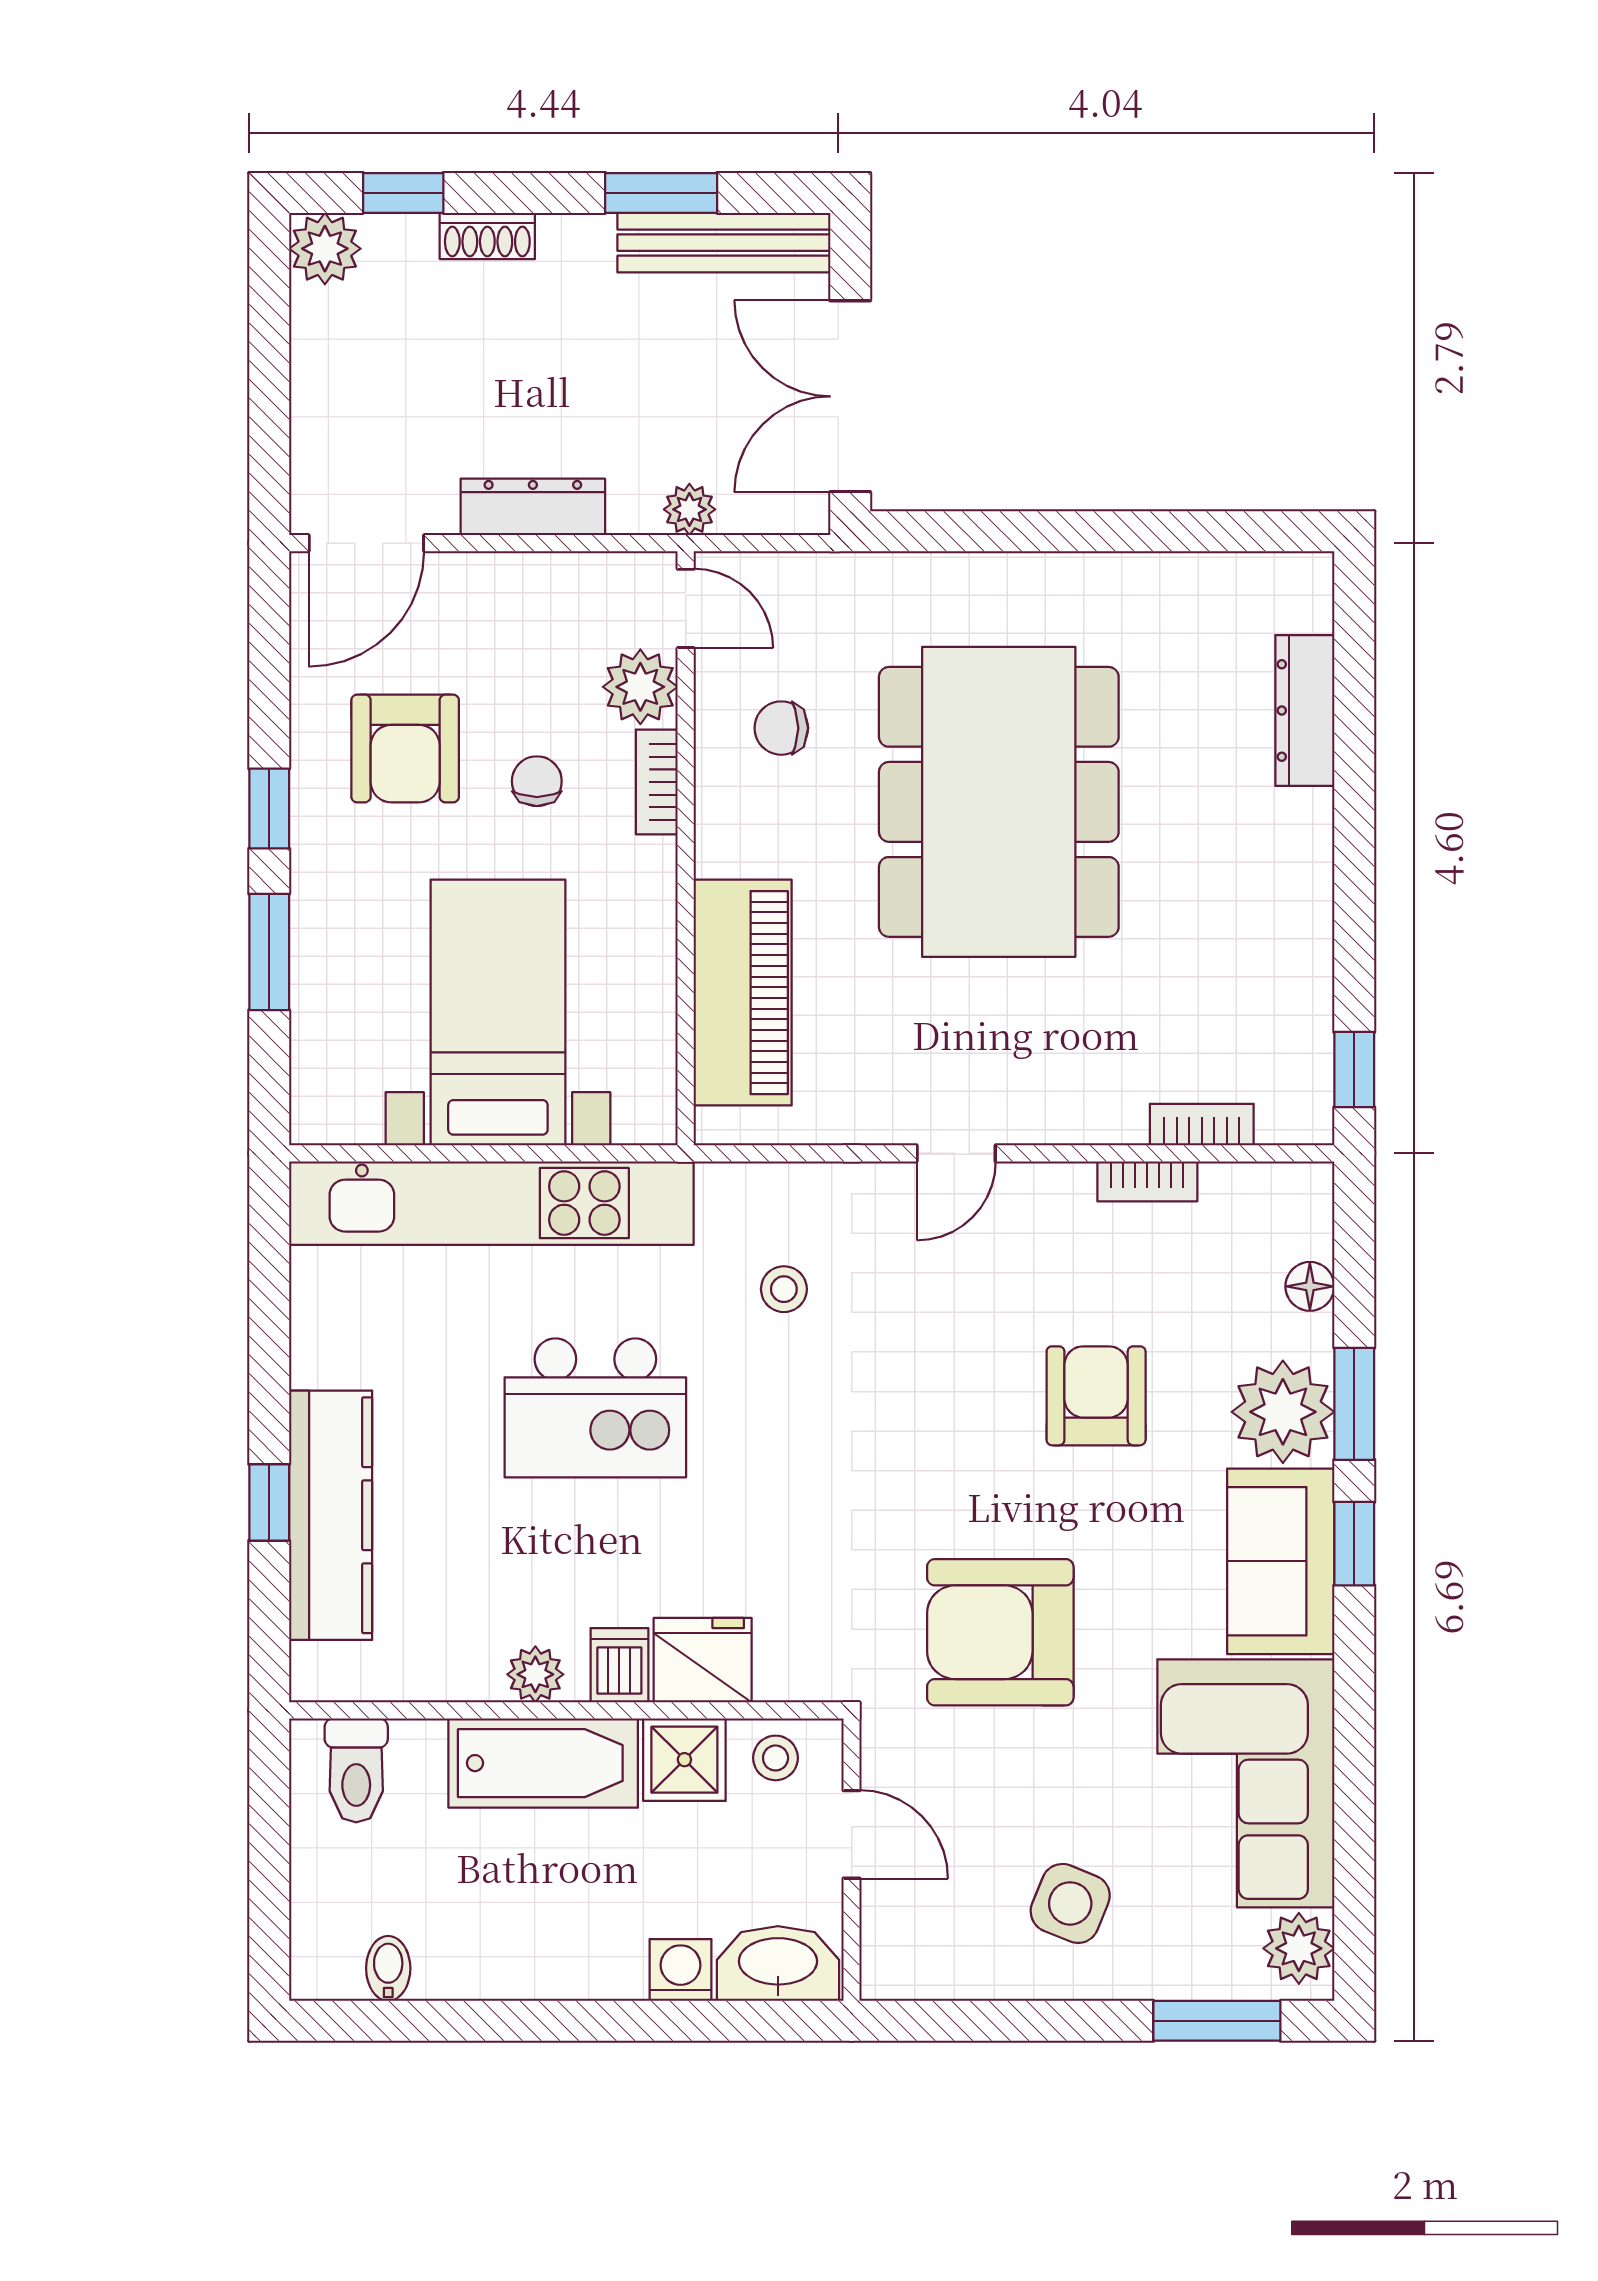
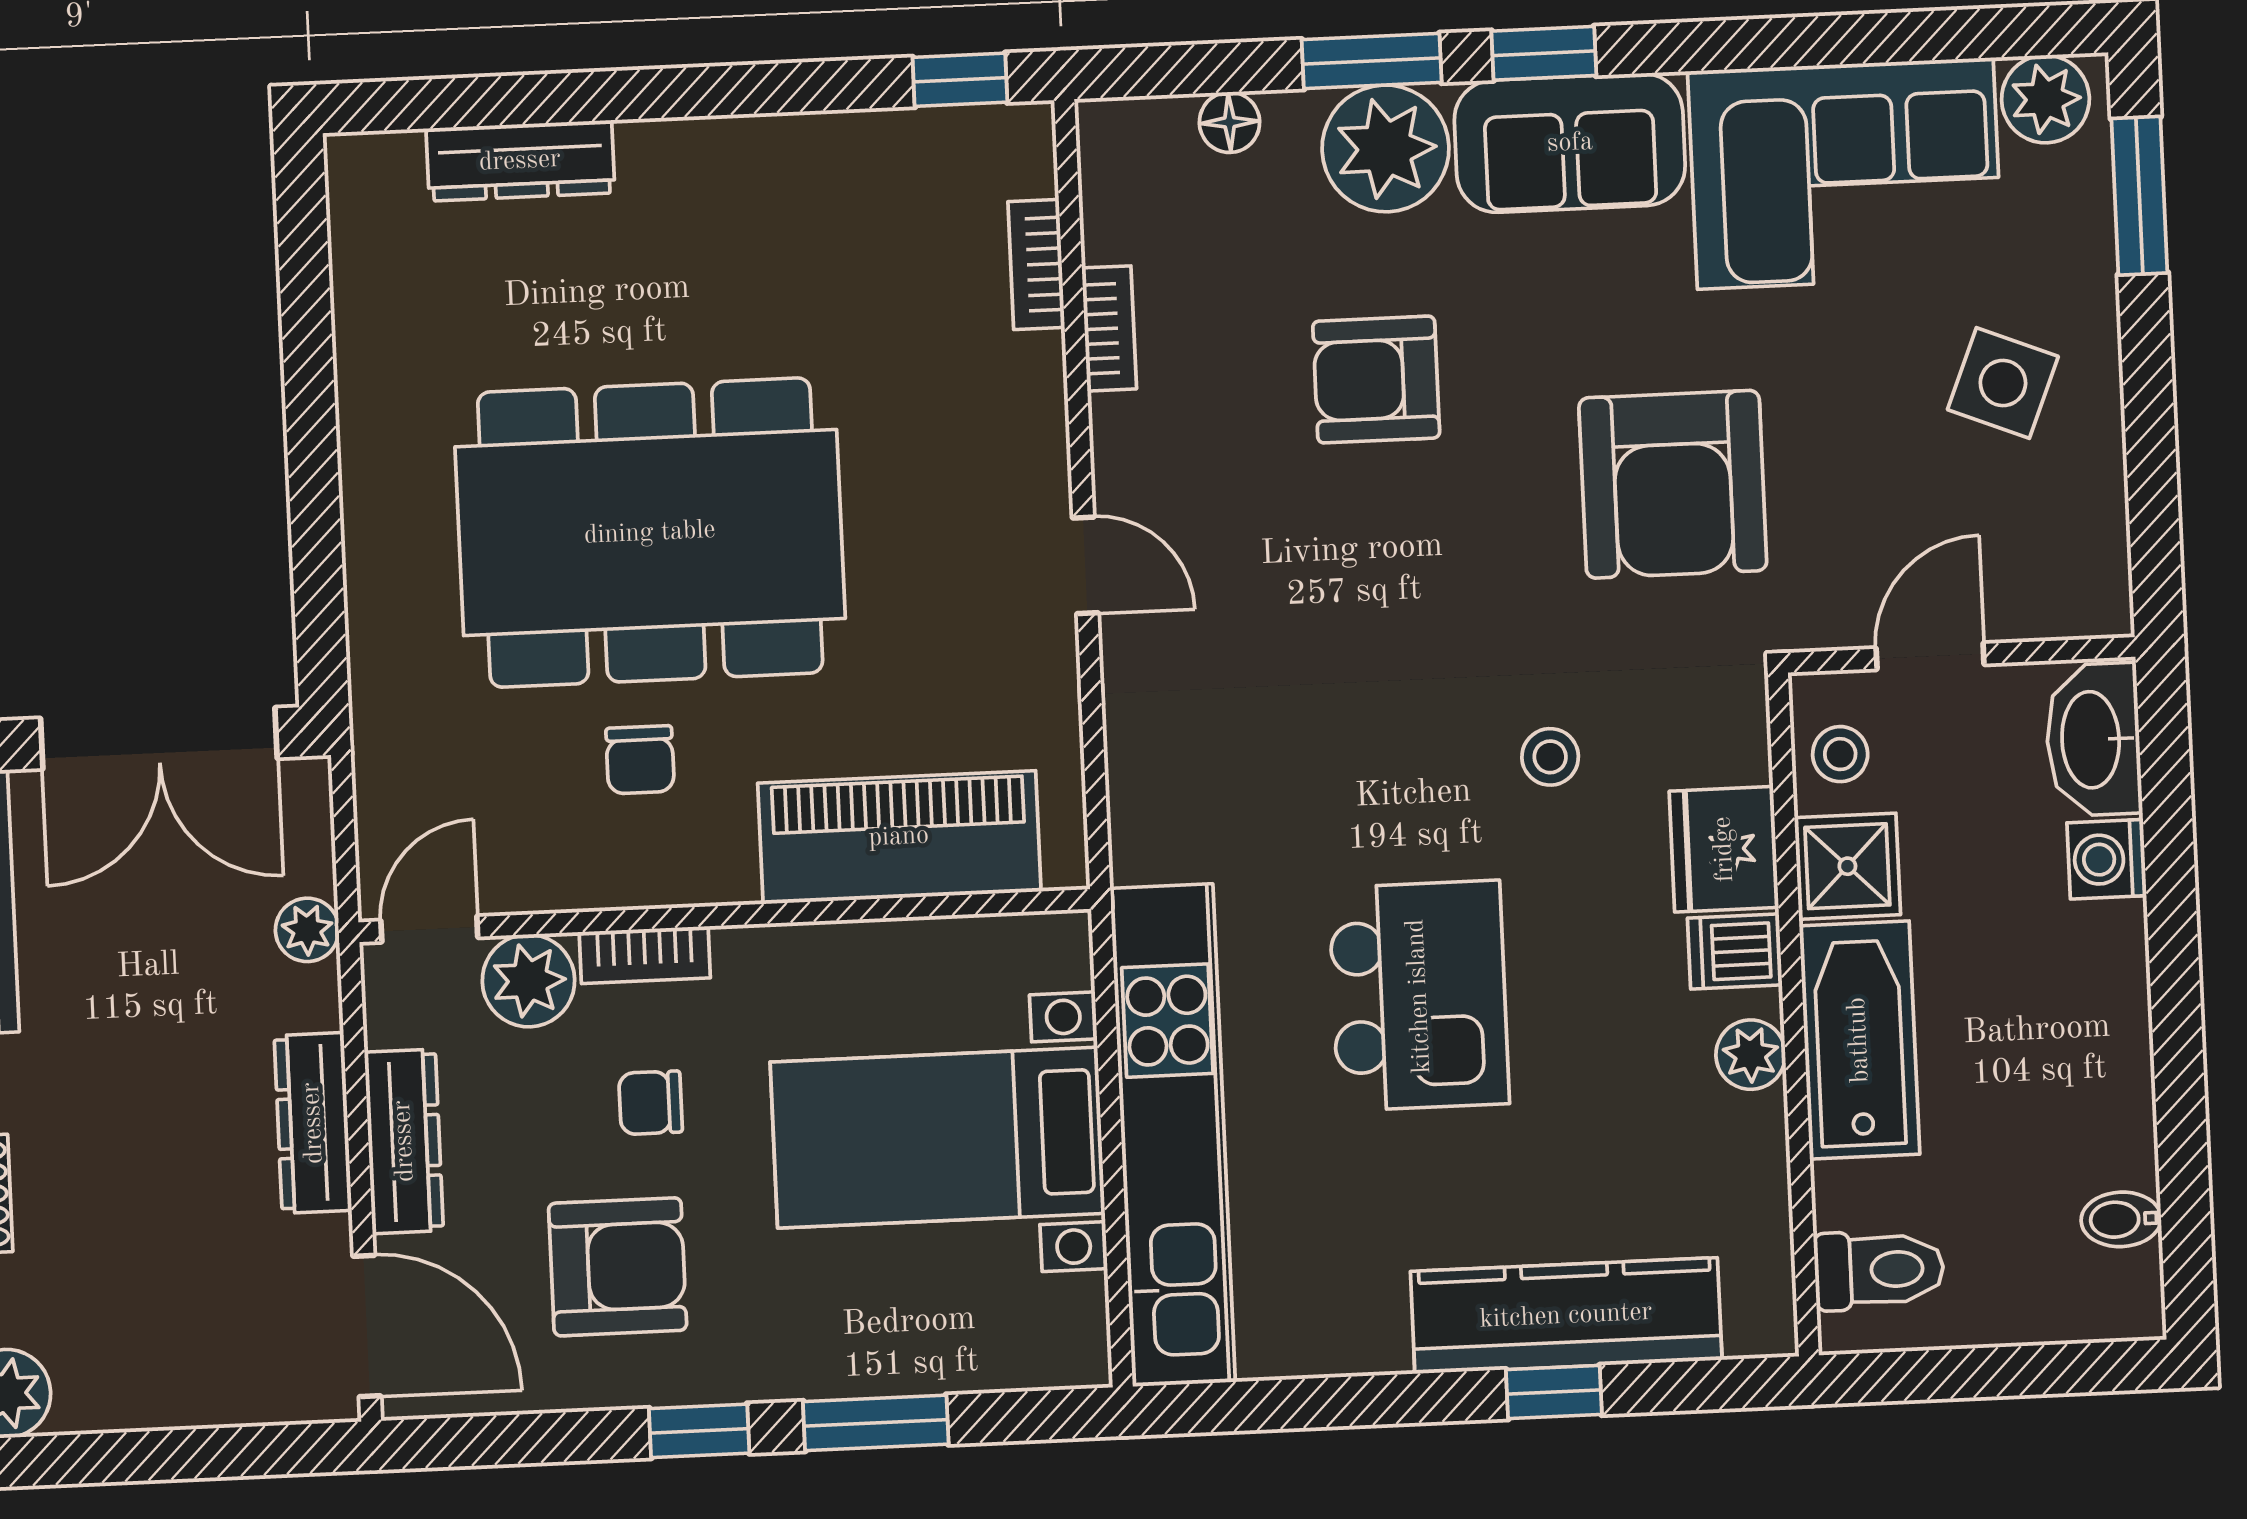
dresser: (515, 580) -> (404, 1141), added
chair: (781, 728) -> (640, 760), moved
stool: (784, 1289) -> (1550, 757), moved

